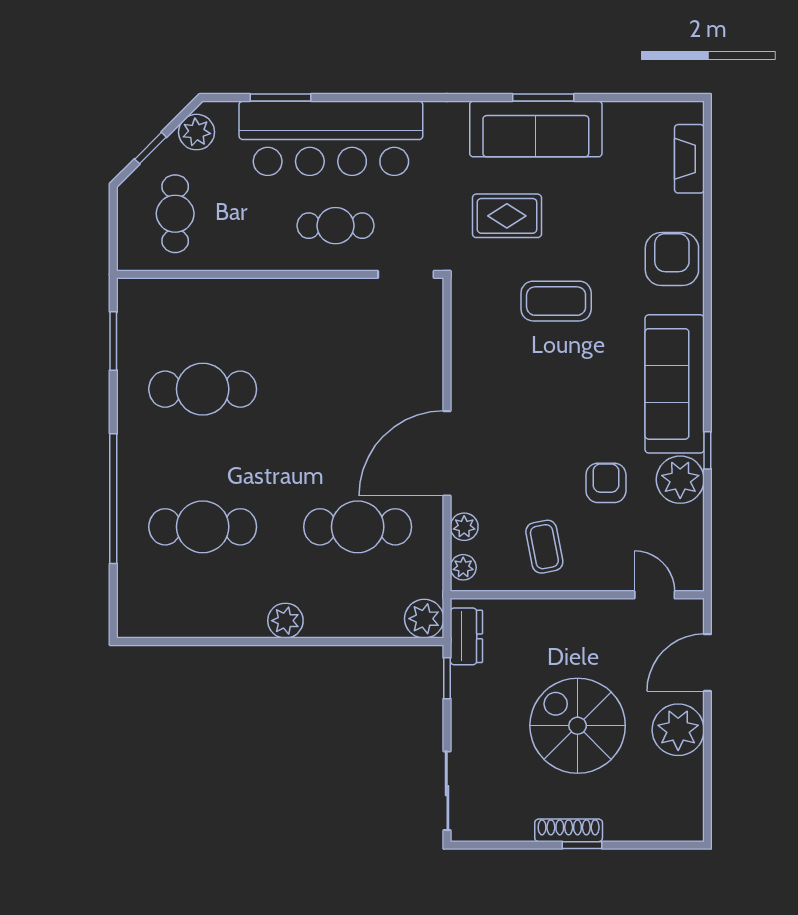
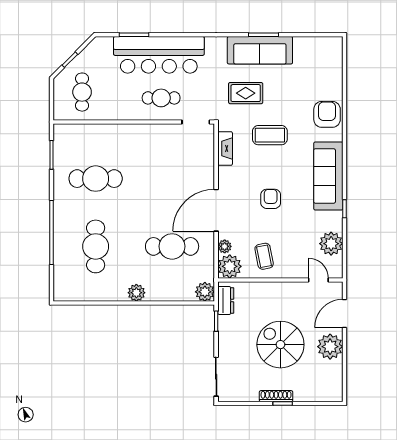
plant: (197, 132) -> (93, 52), removed
fireplace: (689, 159) -> (225, 149), moved, turned 180
plant: (680, 480) -> (331, 244), moved
armchair: (606, 483) -> (271, 199), moved
cafe table: (203, 527) -> (96, 246), turned 90
plant: (463, 567) -> (230, 266), width x1.87, depth x1.87

